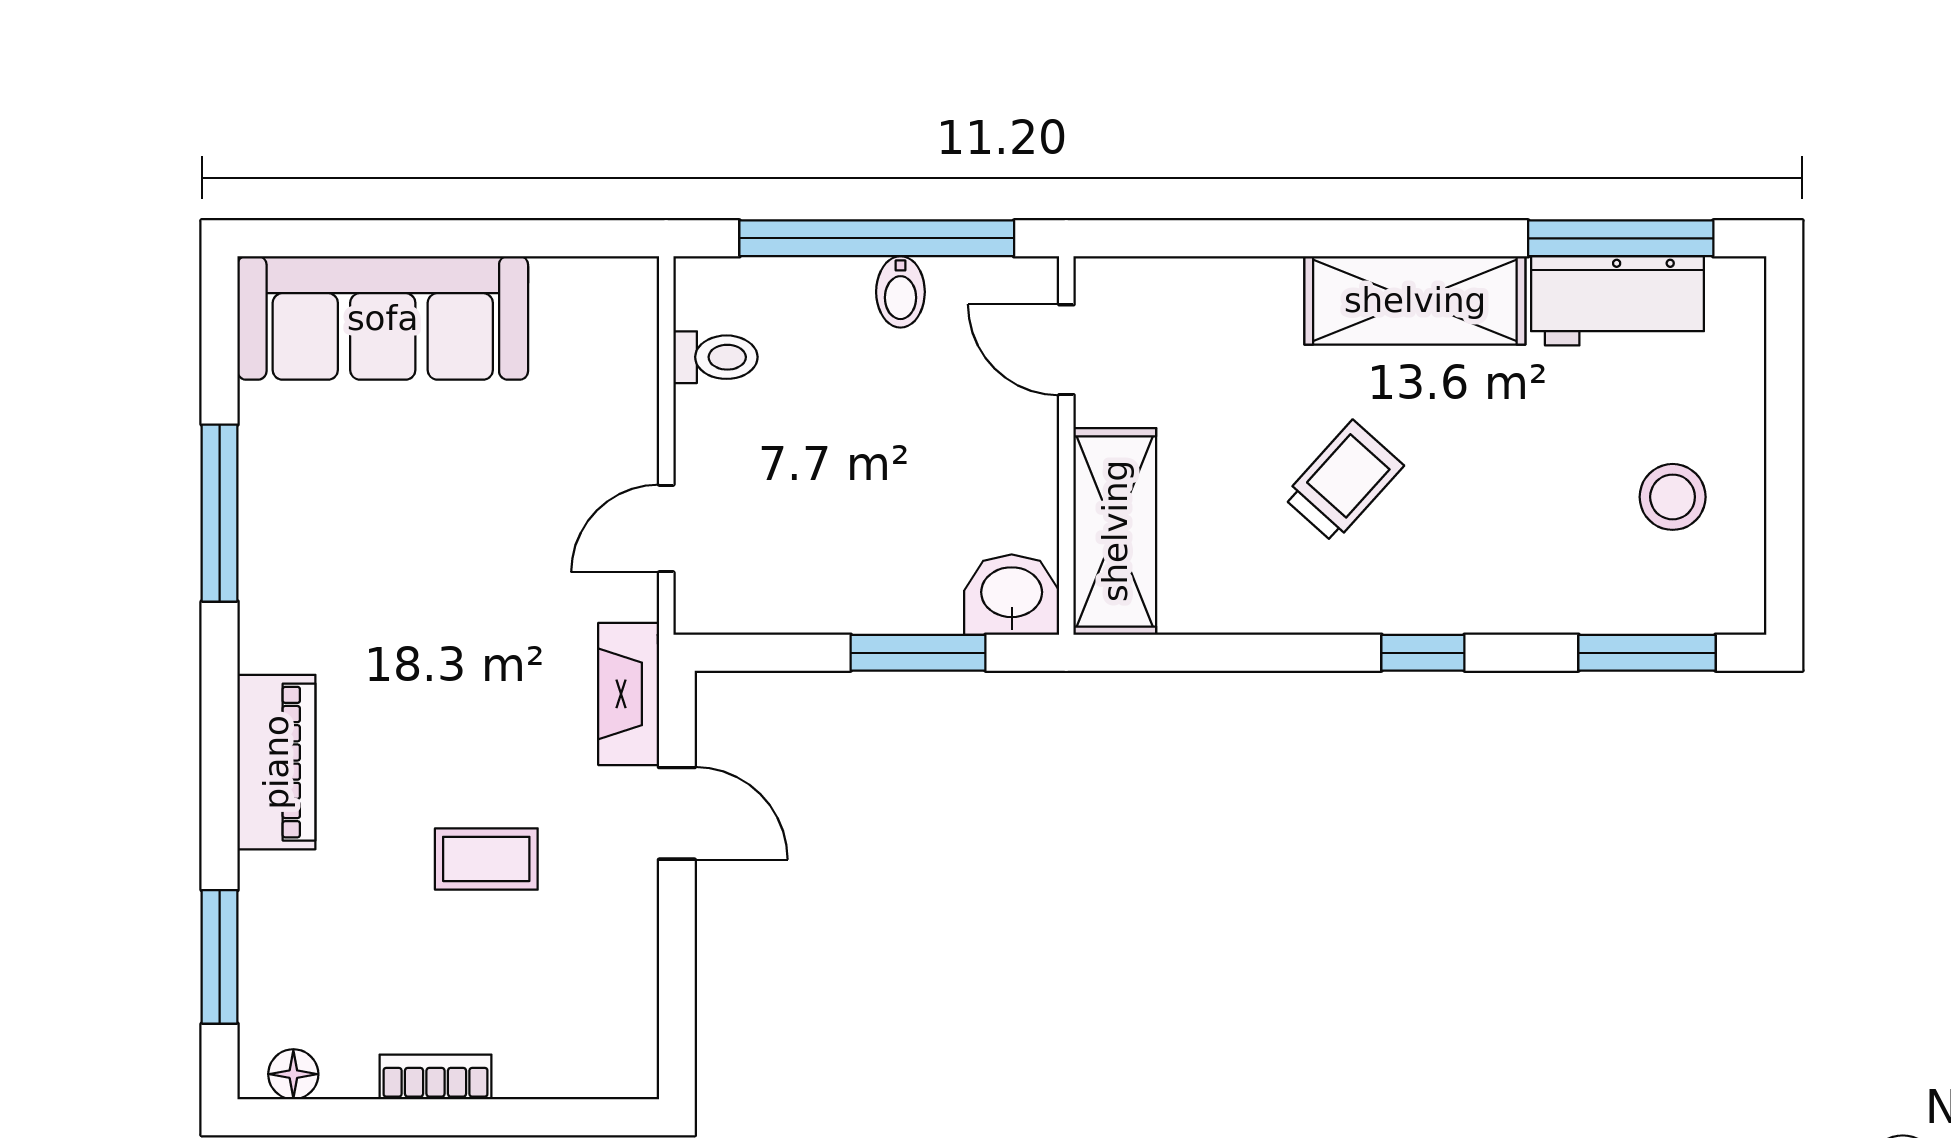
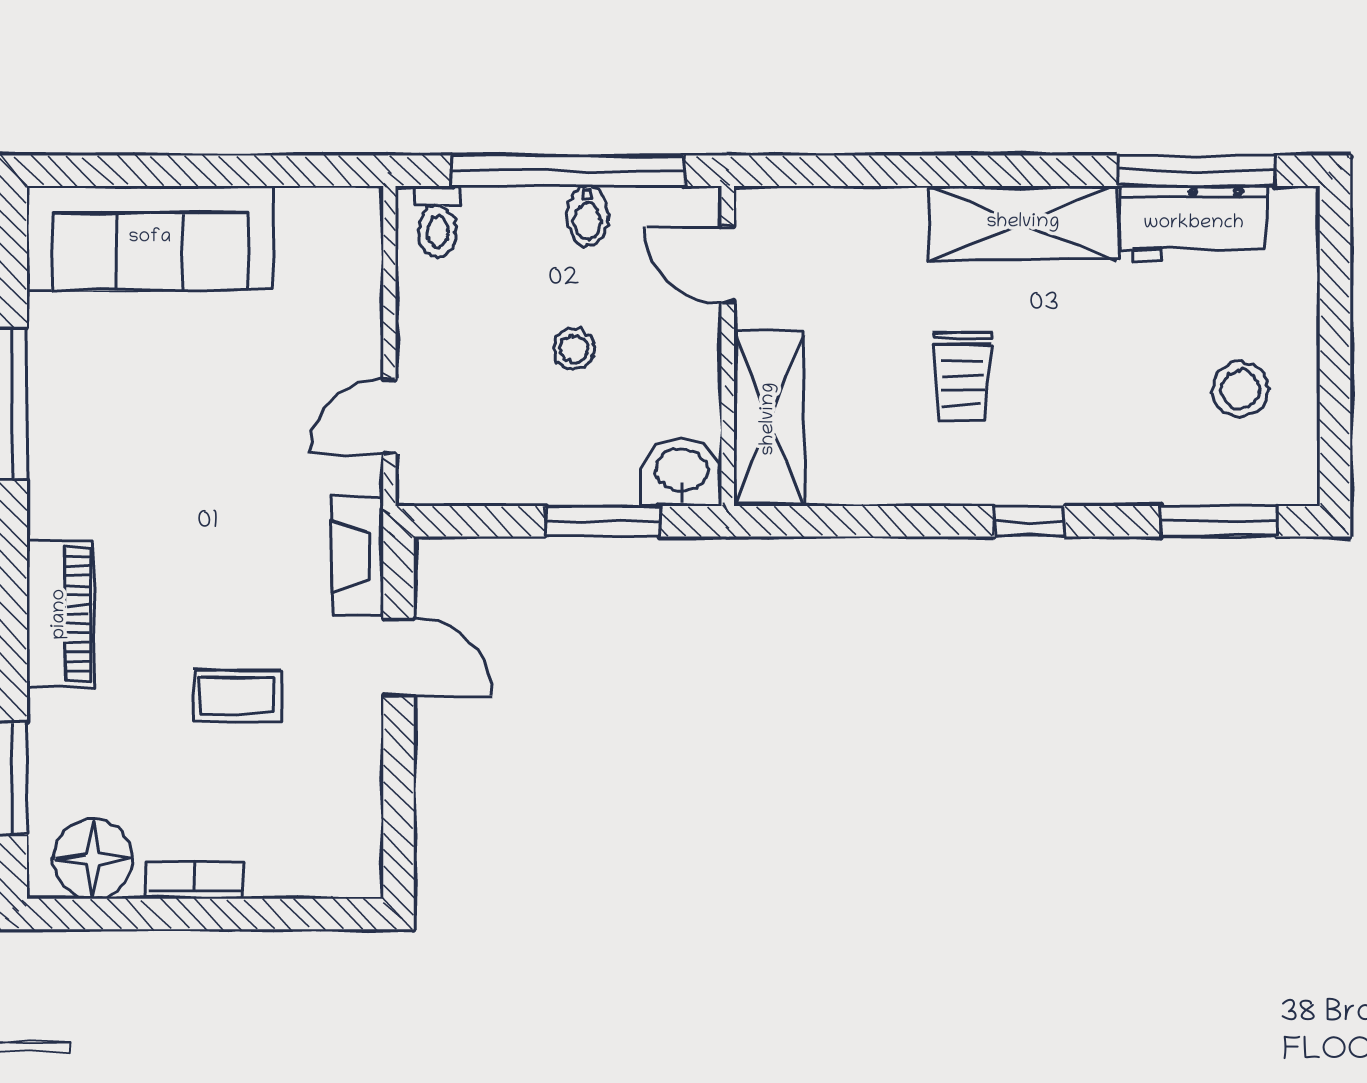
toilet: (715, 357) -> (437, 222), moved, turned 90
stool: (884, 449) -> (574, 349), added
trolley: (1343, 481) -> (962, 376), turned 138
floor lamp: (293, 1074) -> (93, 859), width x1.89, depth x1.89

